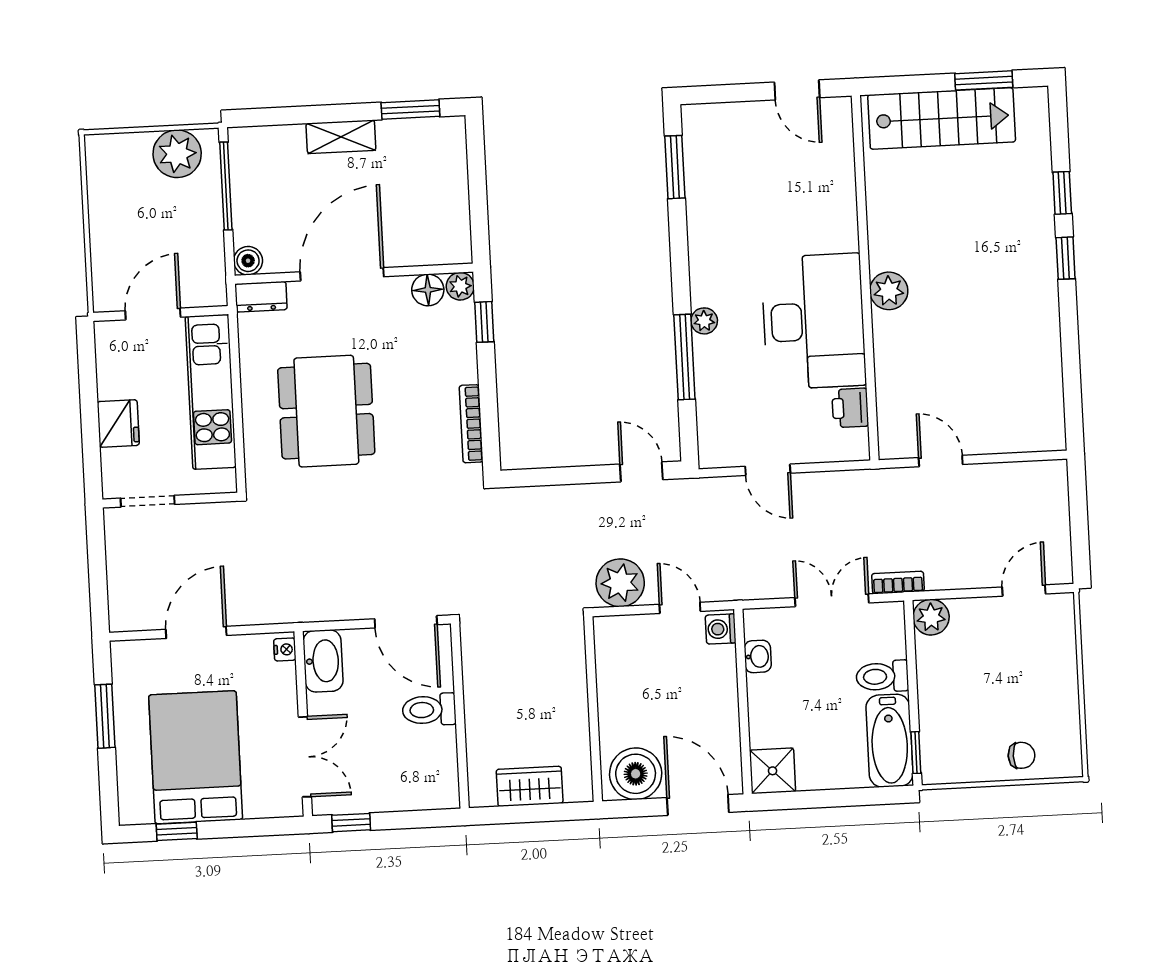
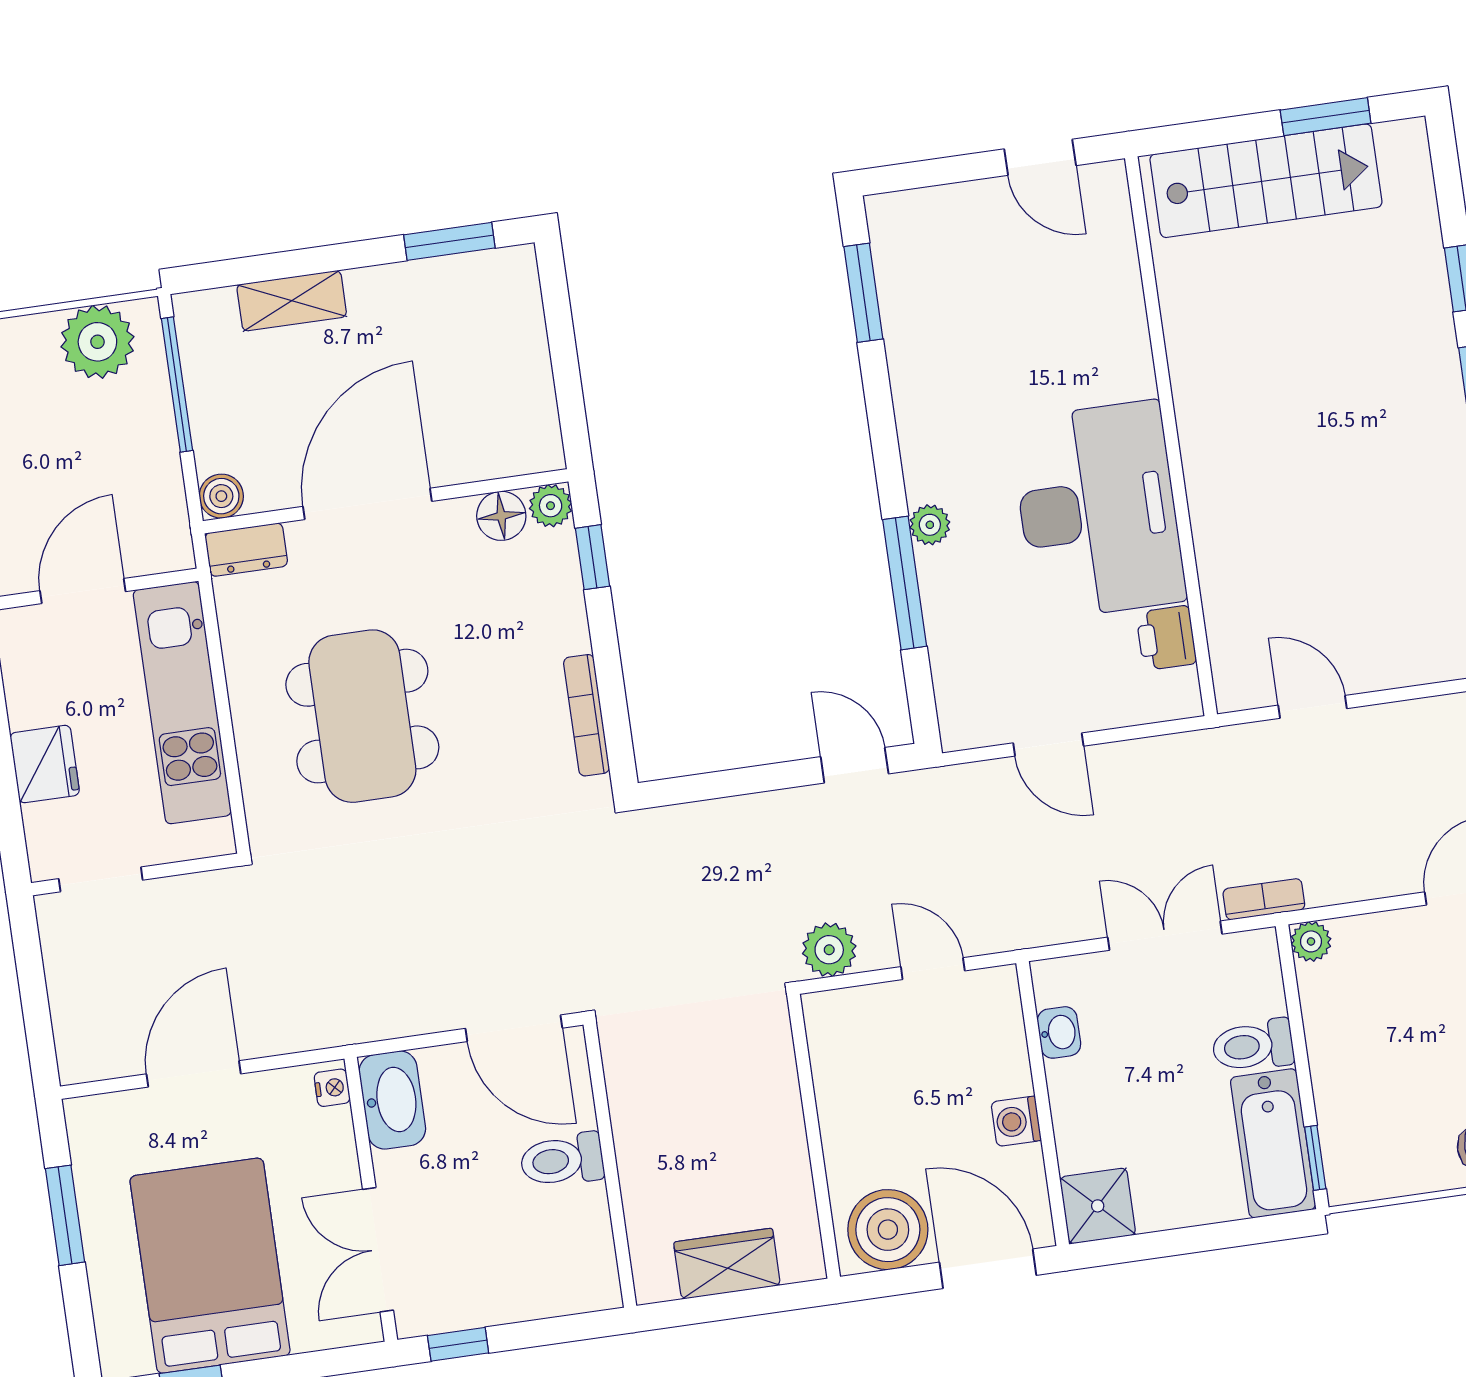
shelving: (341, 137) -> (292, 301), moved
plant: (889, 291) -> (1209, 453), removed
plant: (620, 583) -> (829, 950), width x0.73, depth x0.73
plant: (931, 617) -> (1311, 941), width x0.73, depth x0.73
washing machine: (721, 629) -> (1016, 1121), moved
double door: (305, 757) -> (378, 1250), swing flipped

